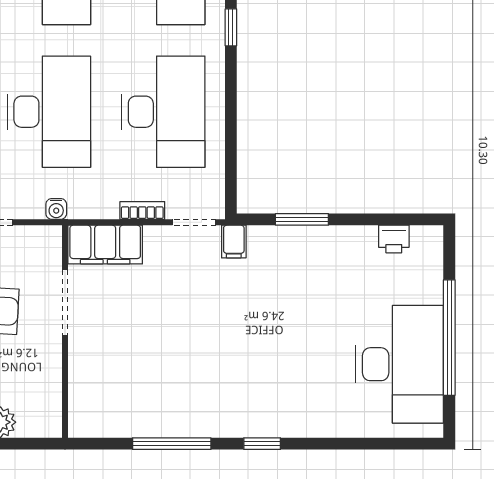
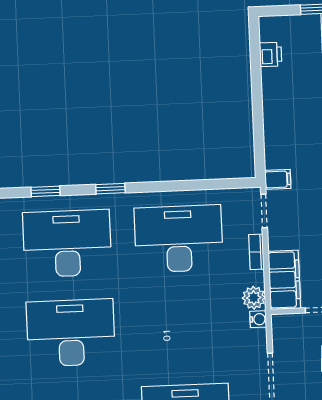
desk: (49, 112) -> (182, 328), removed
plant: (84, 205) -> (254, 298), added
window: (302, 219) -> (258, 127), removed

